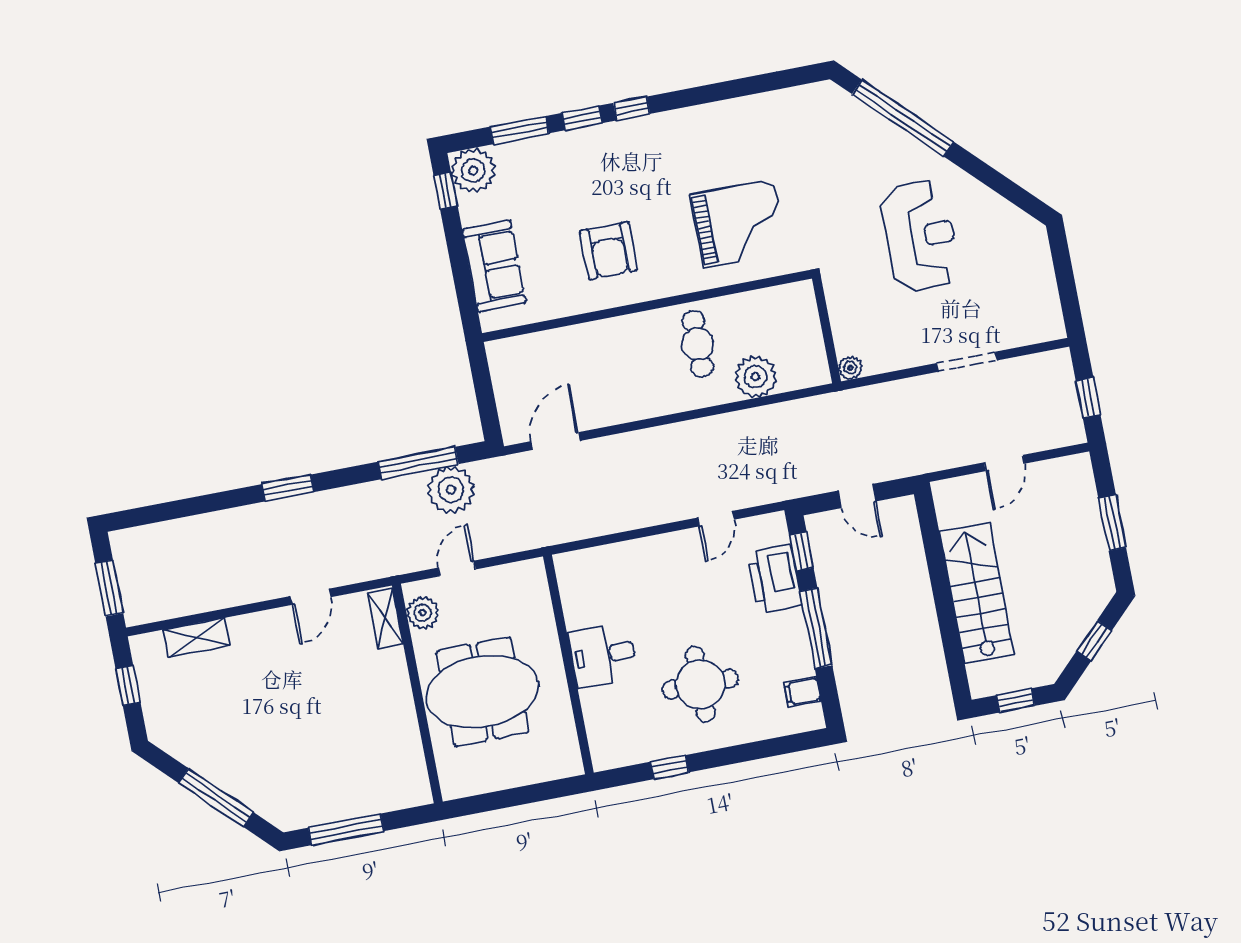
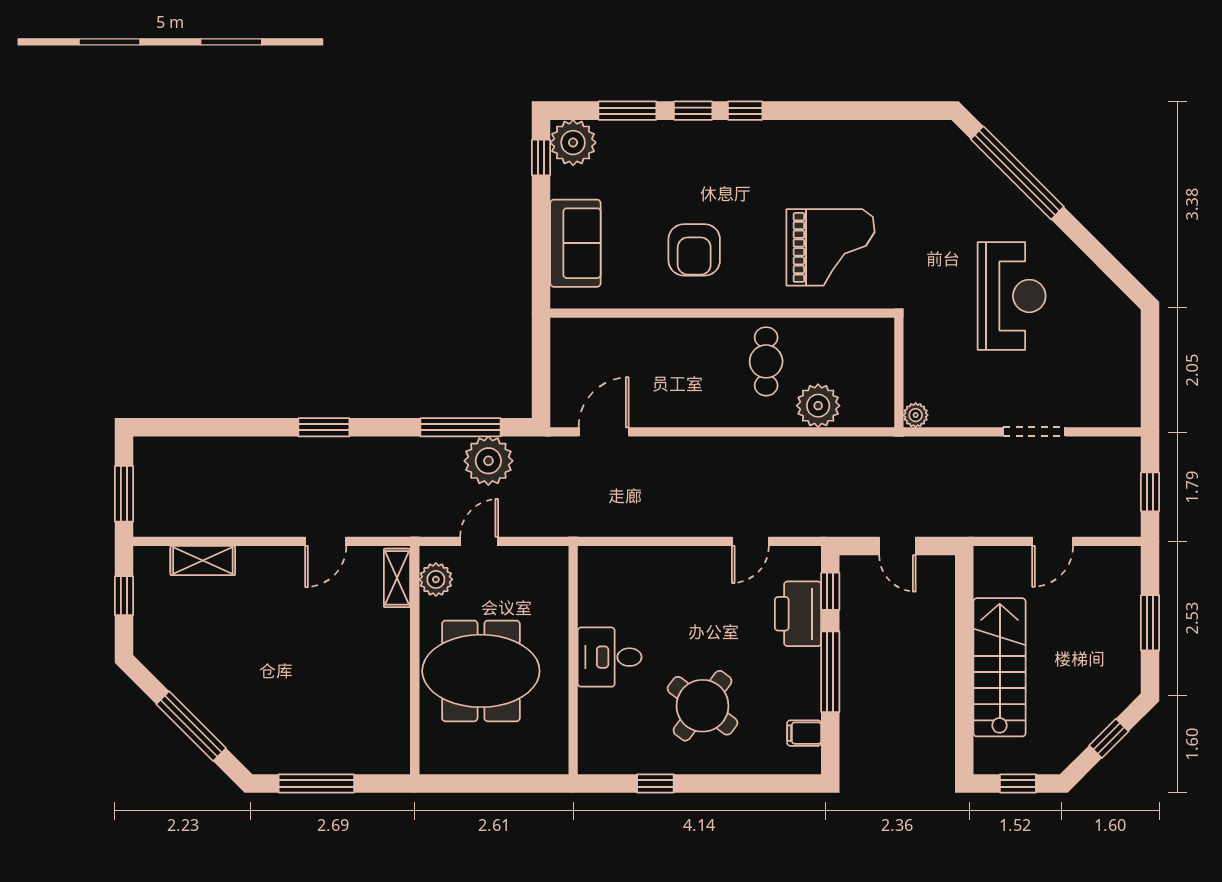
round table: (700, 684) -> (702, 706), turned 37

